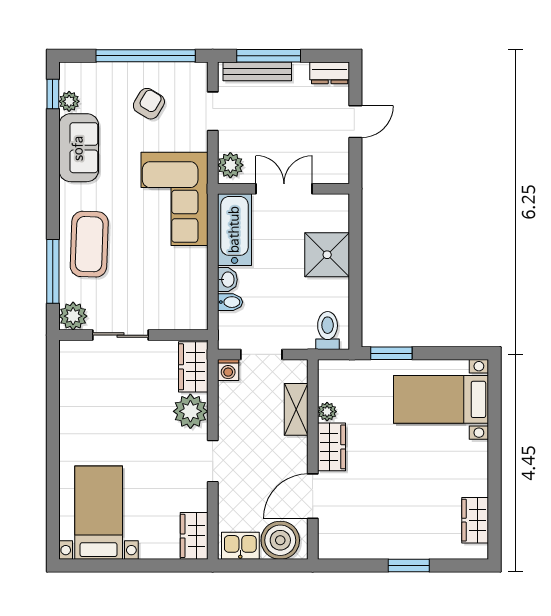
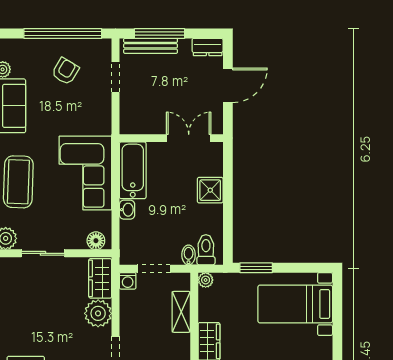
door: (355, 122) -> (228, 85), width x1.37
plant: (230, 165) -> (130, 120), removed
double door: (284, 189) -> (189, 138), moved
corner sofa: (174, 199) -> (85, 173), moved
shower: (327, 255) -> (210, 190), width x0.73, depth x0.73
bidet: (230, 302) -> (189, 255), moved, turned -90
floor lamp: (188, 319) -> (96, 241), added
plant: (327, 412) -> (206, 280), moved

